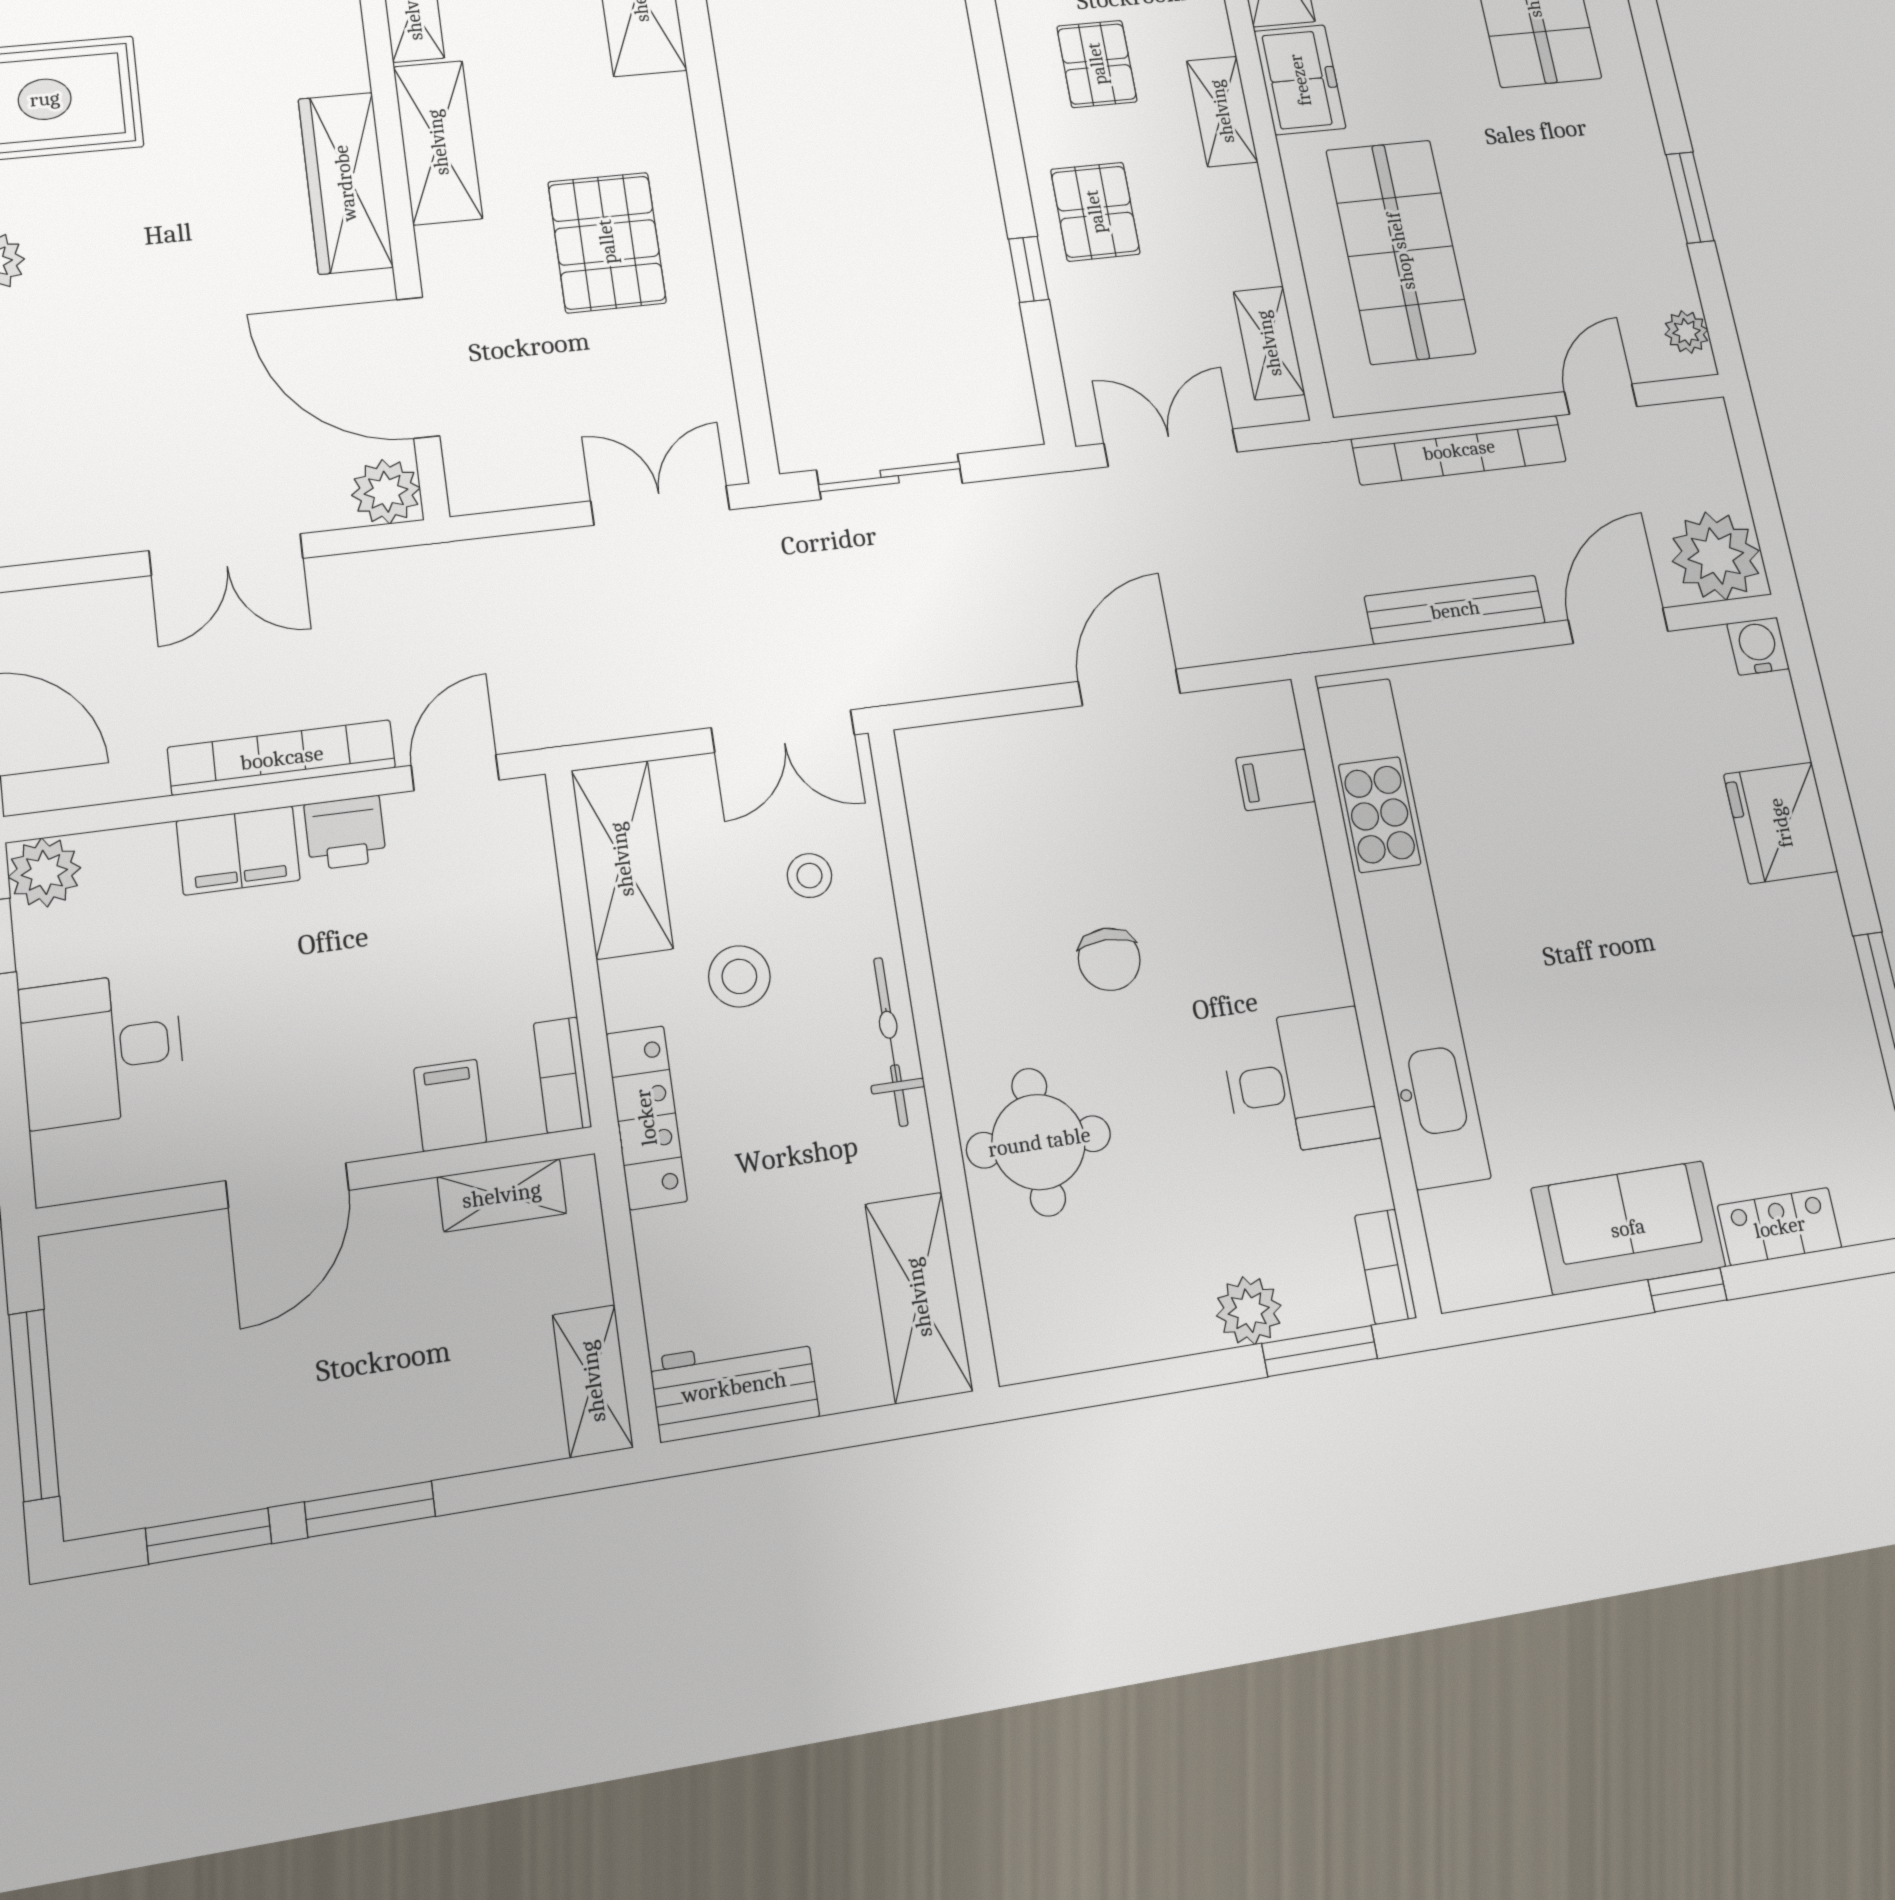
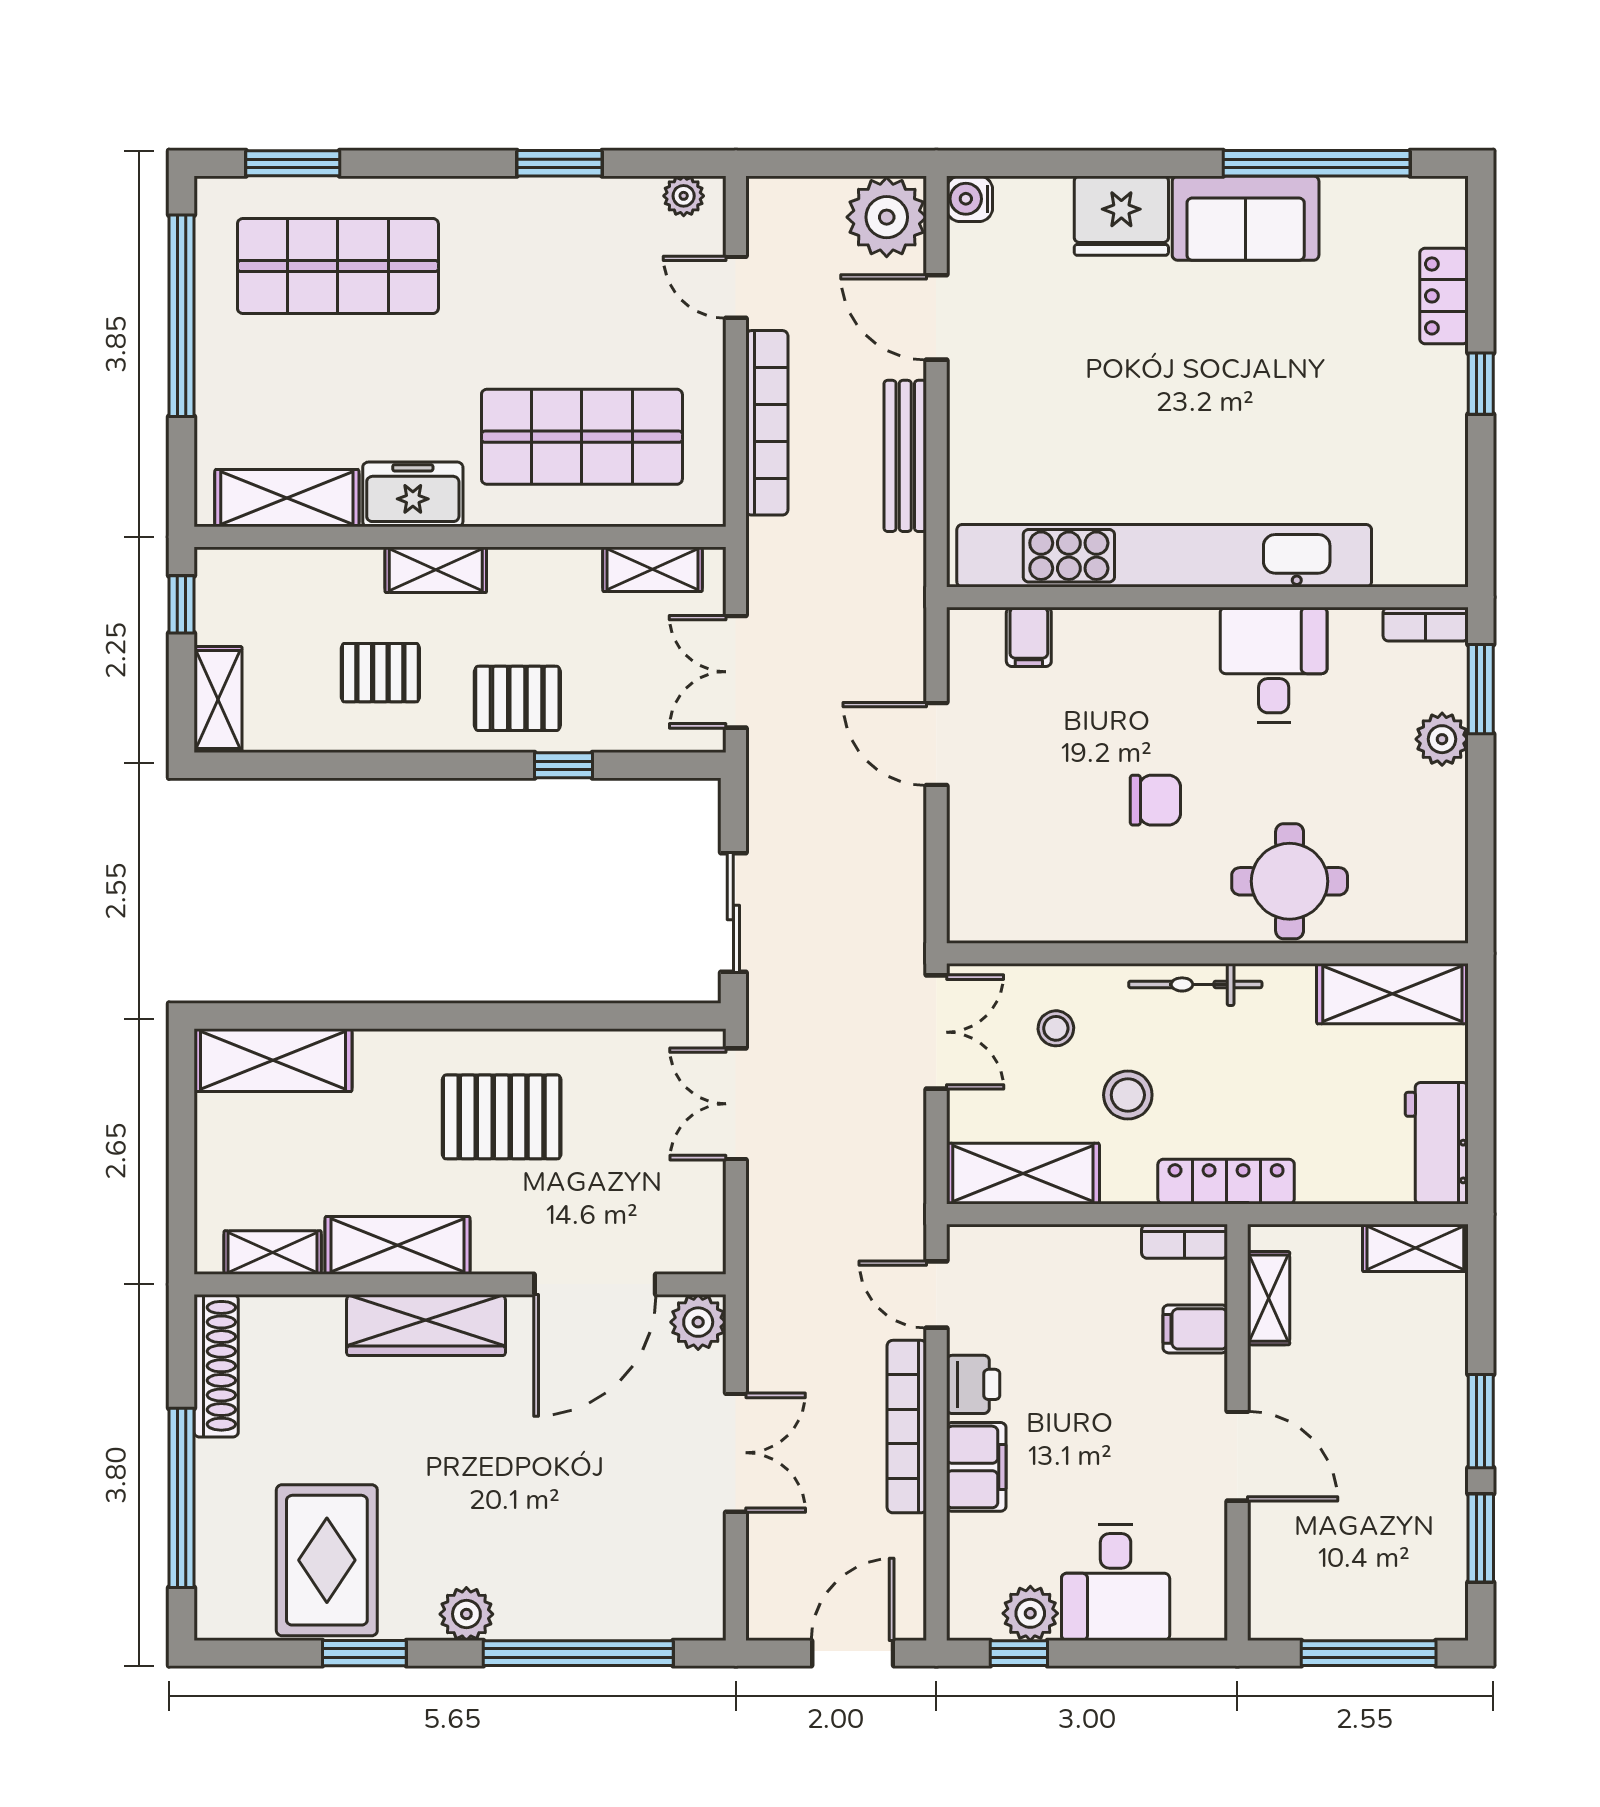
plant: (44, 872) -> (1030, 1613), moved
sofa: (1628, 1228) -> (1246, 218), moved, turned -90

